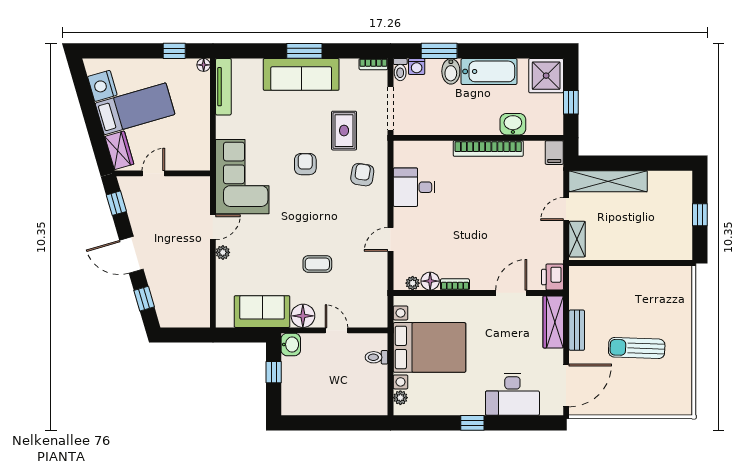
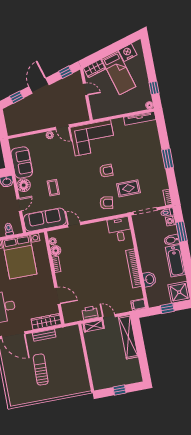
sofa: (301, 74) -> (45, 220), moved, turned 90
desk: (414, 187) -> (119, 229), moved
printer: (553, 277) -> (90, 313), moved

